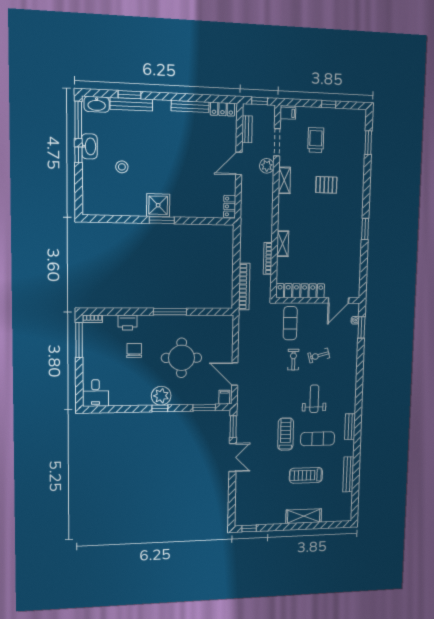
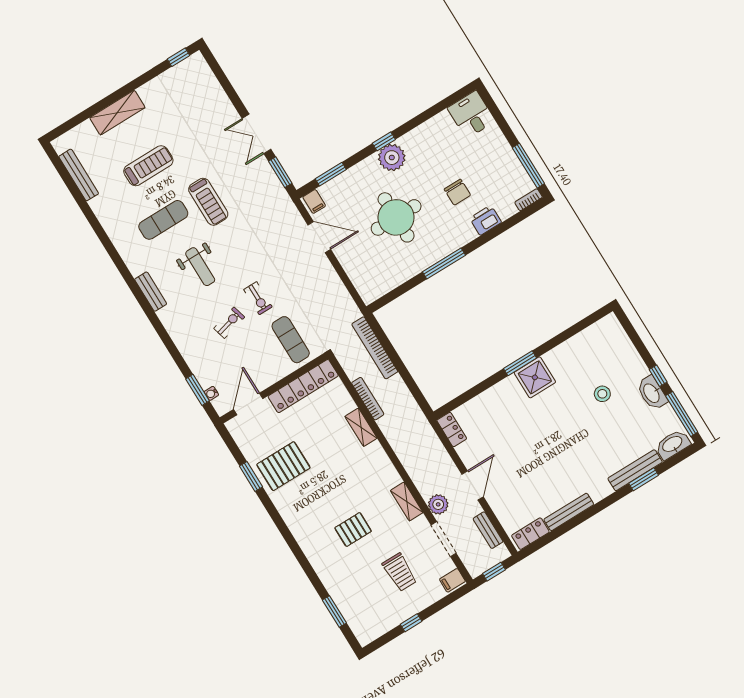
window: (365, 229) -> (251, 476), moved
pallet: (342, 250) -> (283, 466), added
bench: (350, 427) -> (151, 292), moved
bench: (348, 474) -> (79, 175), moved

